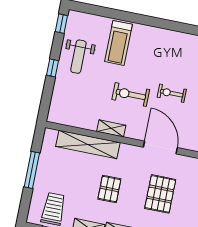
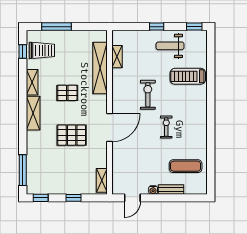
exercise bike: (172, 93) -> (166, 127), moved
shelving: (111, 128) -> (117, 57), moved
window: (32, 170) -> (56, 27), moved

